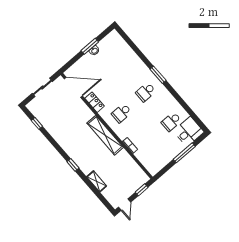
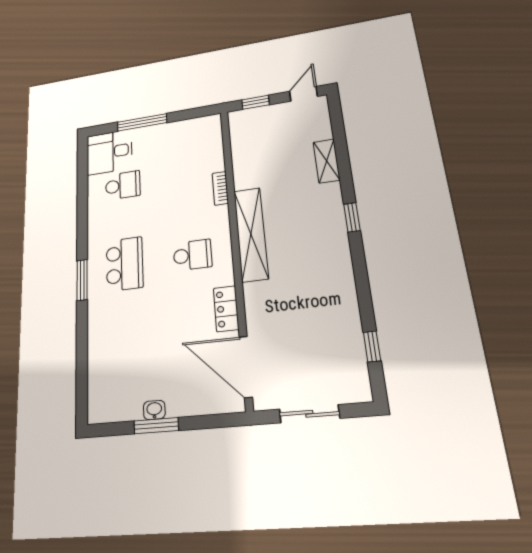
school desk: (146, 92) -> (124, 264), width x1.85

